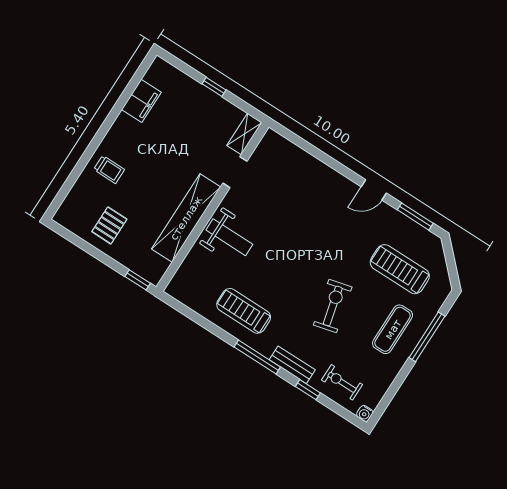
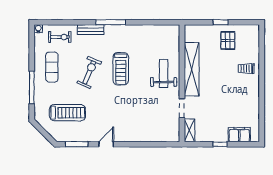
filing cabinet: (141, 101) -> (239, 135), moved, turned 90
weight bench: (229, 237) -> (164, 73), turned 90
window: (138, 280) -> (221, 22), moved
exercise bike: (333, 306) -> (89, 72), turned -143
treadmill: (244, 311) -> (121, 69), moved, turned 90
exercise mat: (393, 329) -> (52, 67), moved
window: (308, 390) -> (75, 22), removed

